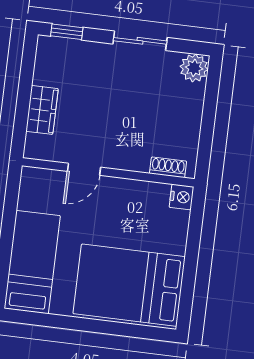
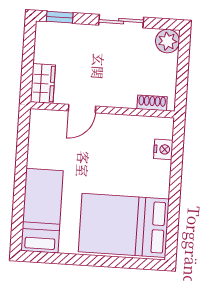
shoe rack: (168, 167) -> (152, 103), moved
door: (84, 169) -> (82, 109), moved
wall: (108, 172) -> (102, 110), moved

